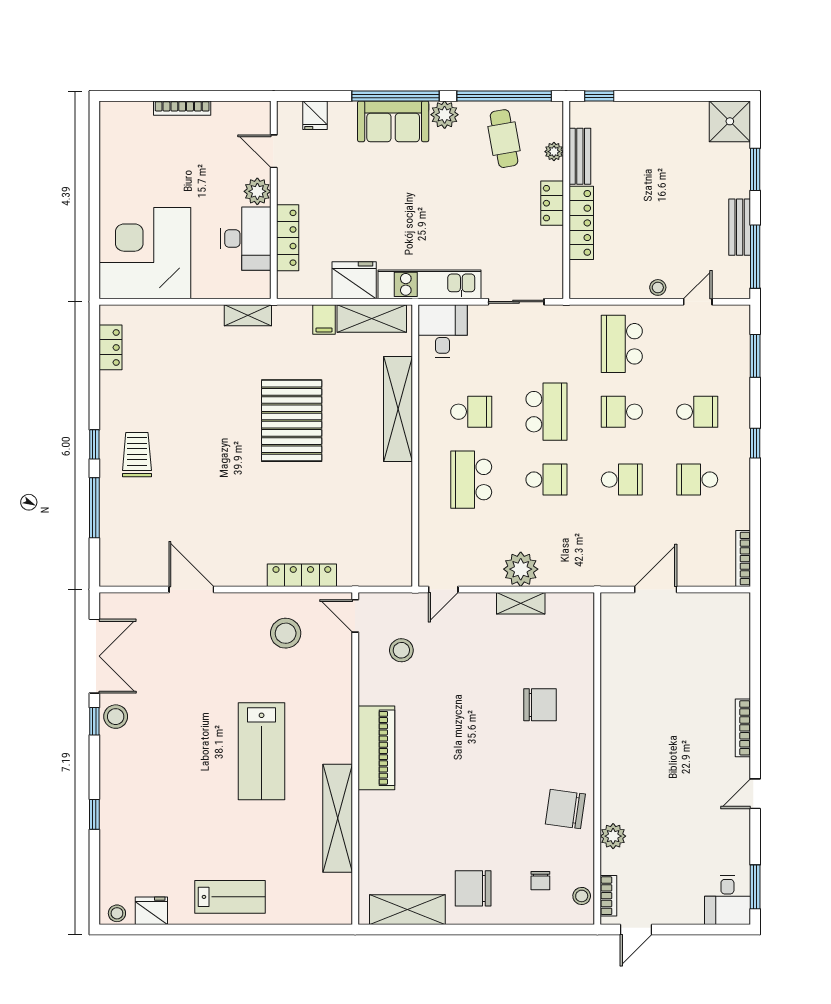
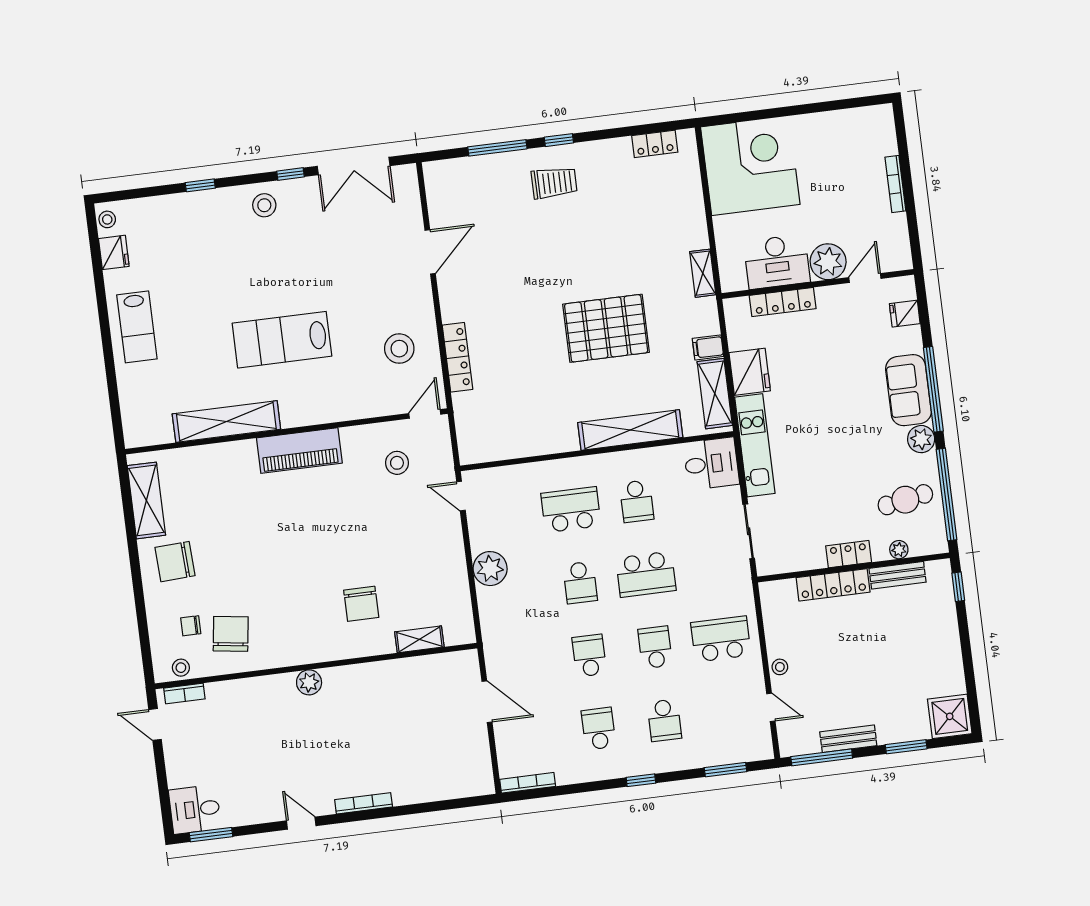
plant: (257, 191) -> (828, 262), width x1.36, depth x1.36
school desk: (622, 480) -> (589, 656), turned 180
shelving: (521, 603) -> (419, 639), moved, turned 90
stool: (116, 717) -> (264, 205), moved
chair: (565, 809) -> (231, 634), moved
plant: (613, 836) -> (309, 682), moved
chair: (473, 888) -> (175, 562), turned -93

